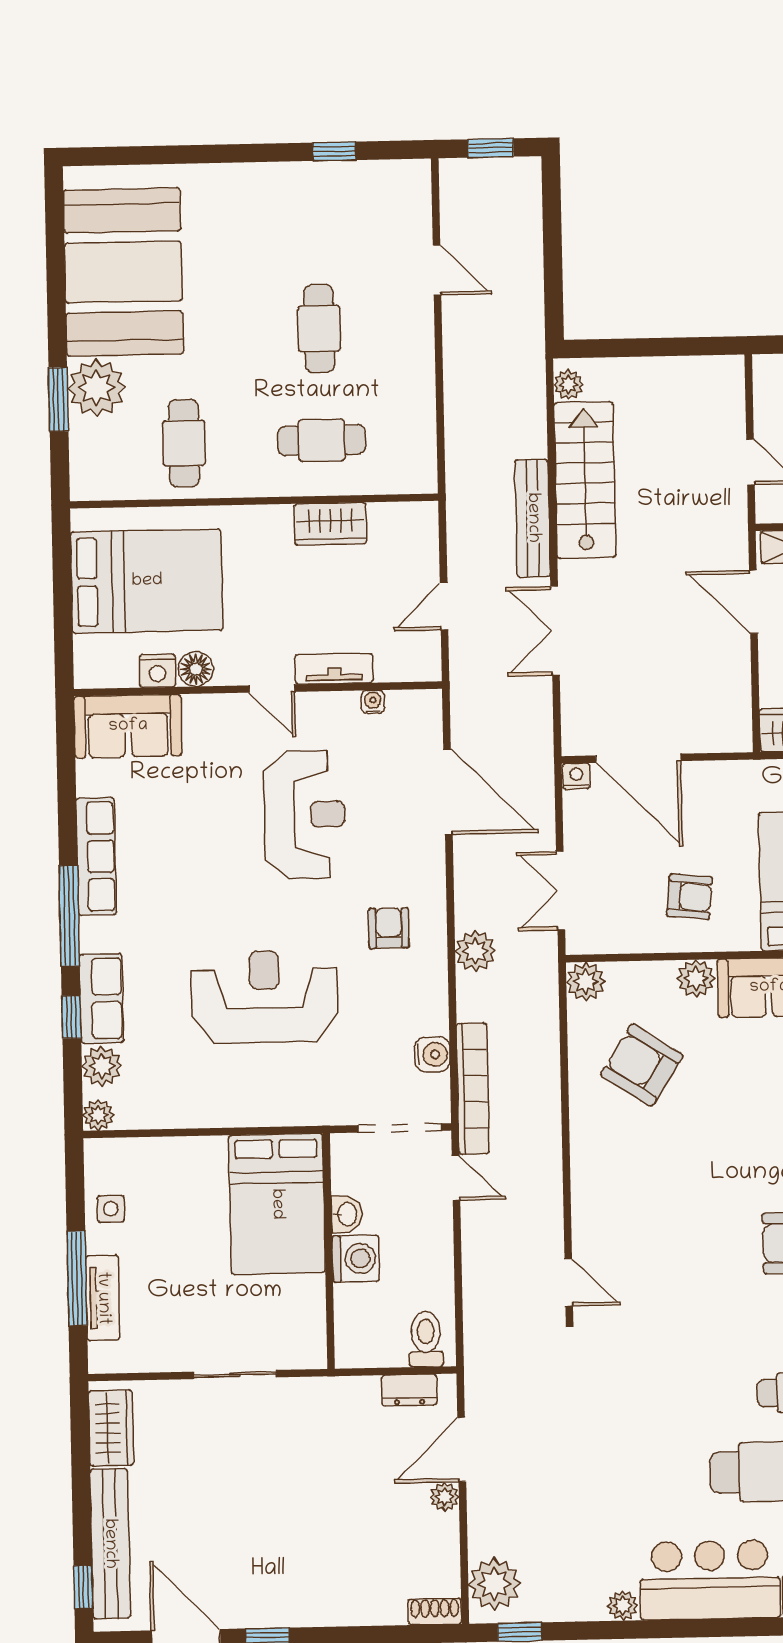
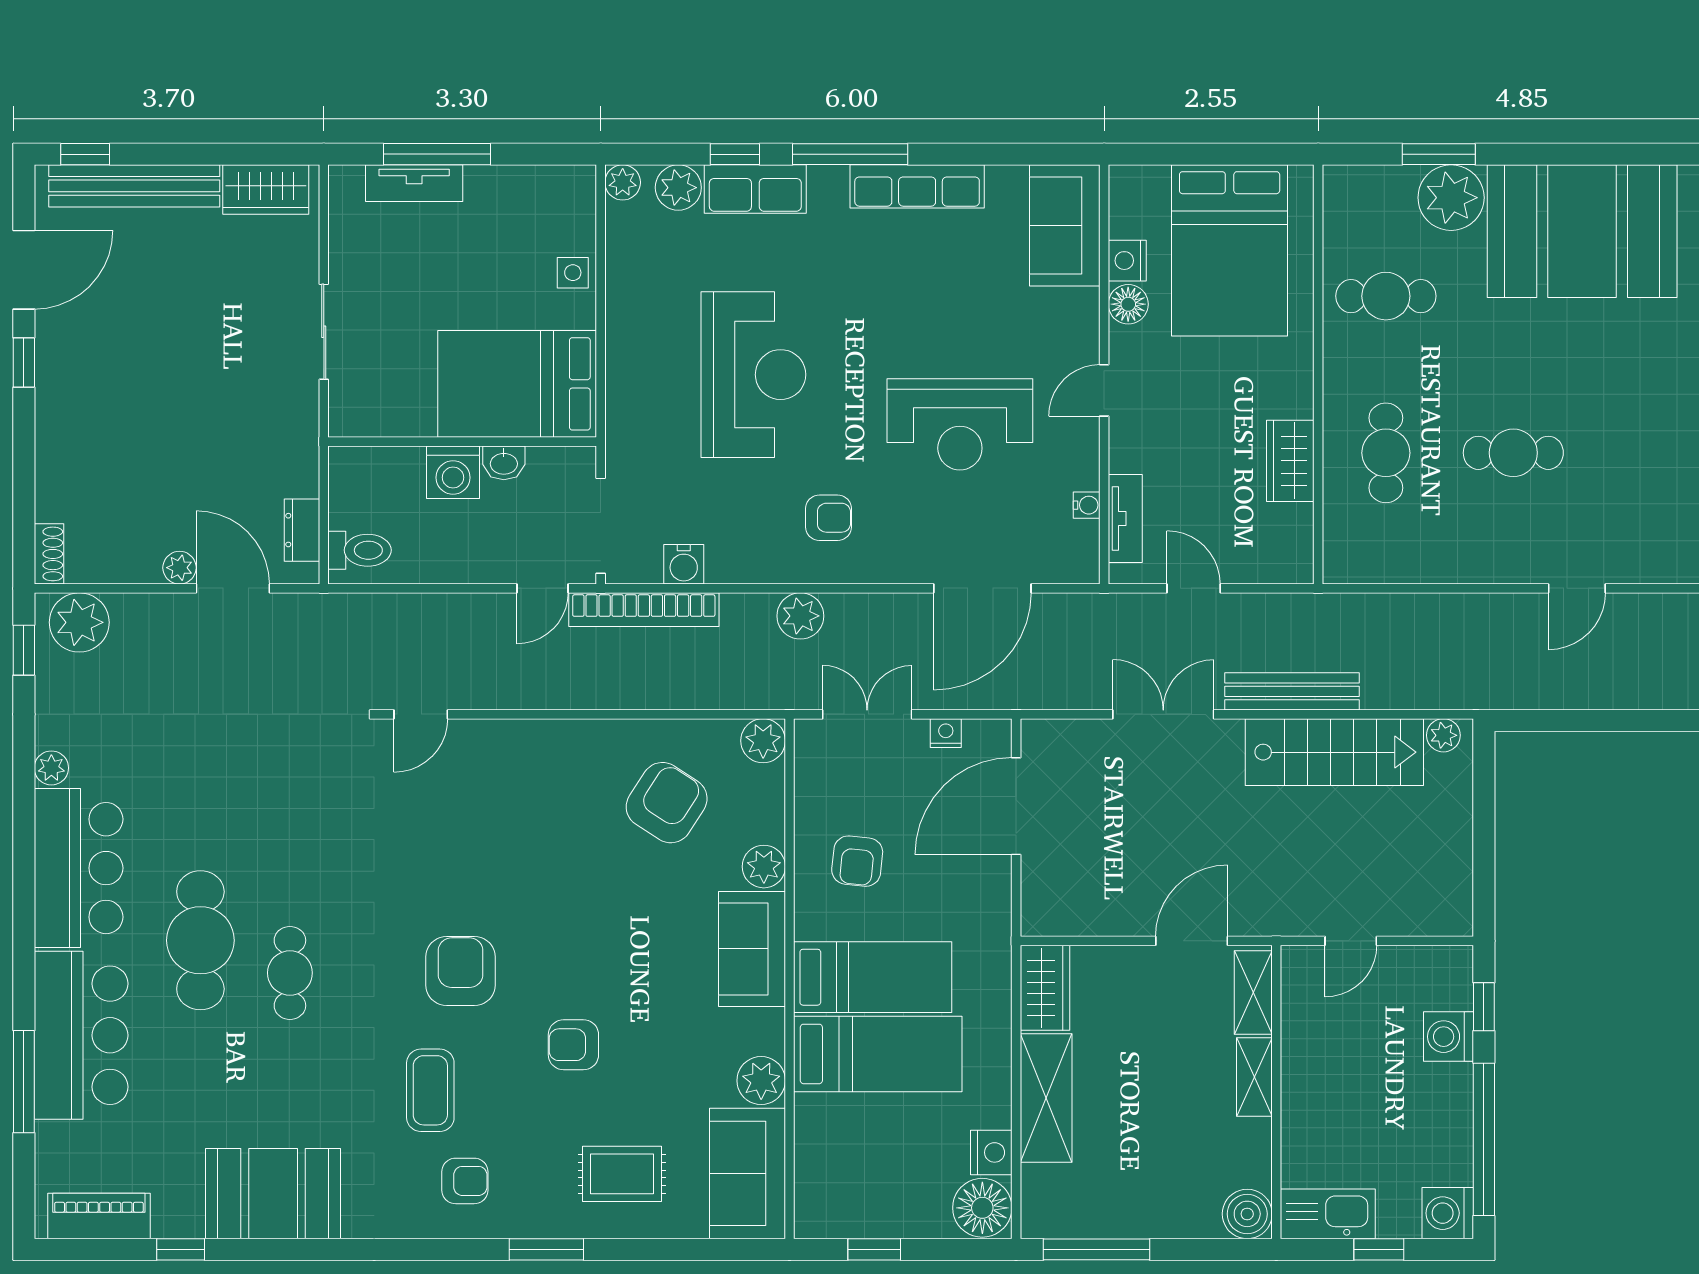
tv unit: (334, 669) -> (1125, 519), moved
nightstand: (576, 776) -> (946, 733), moved, turned -90
side table: (111, 1209) -> (573, 273), moved

